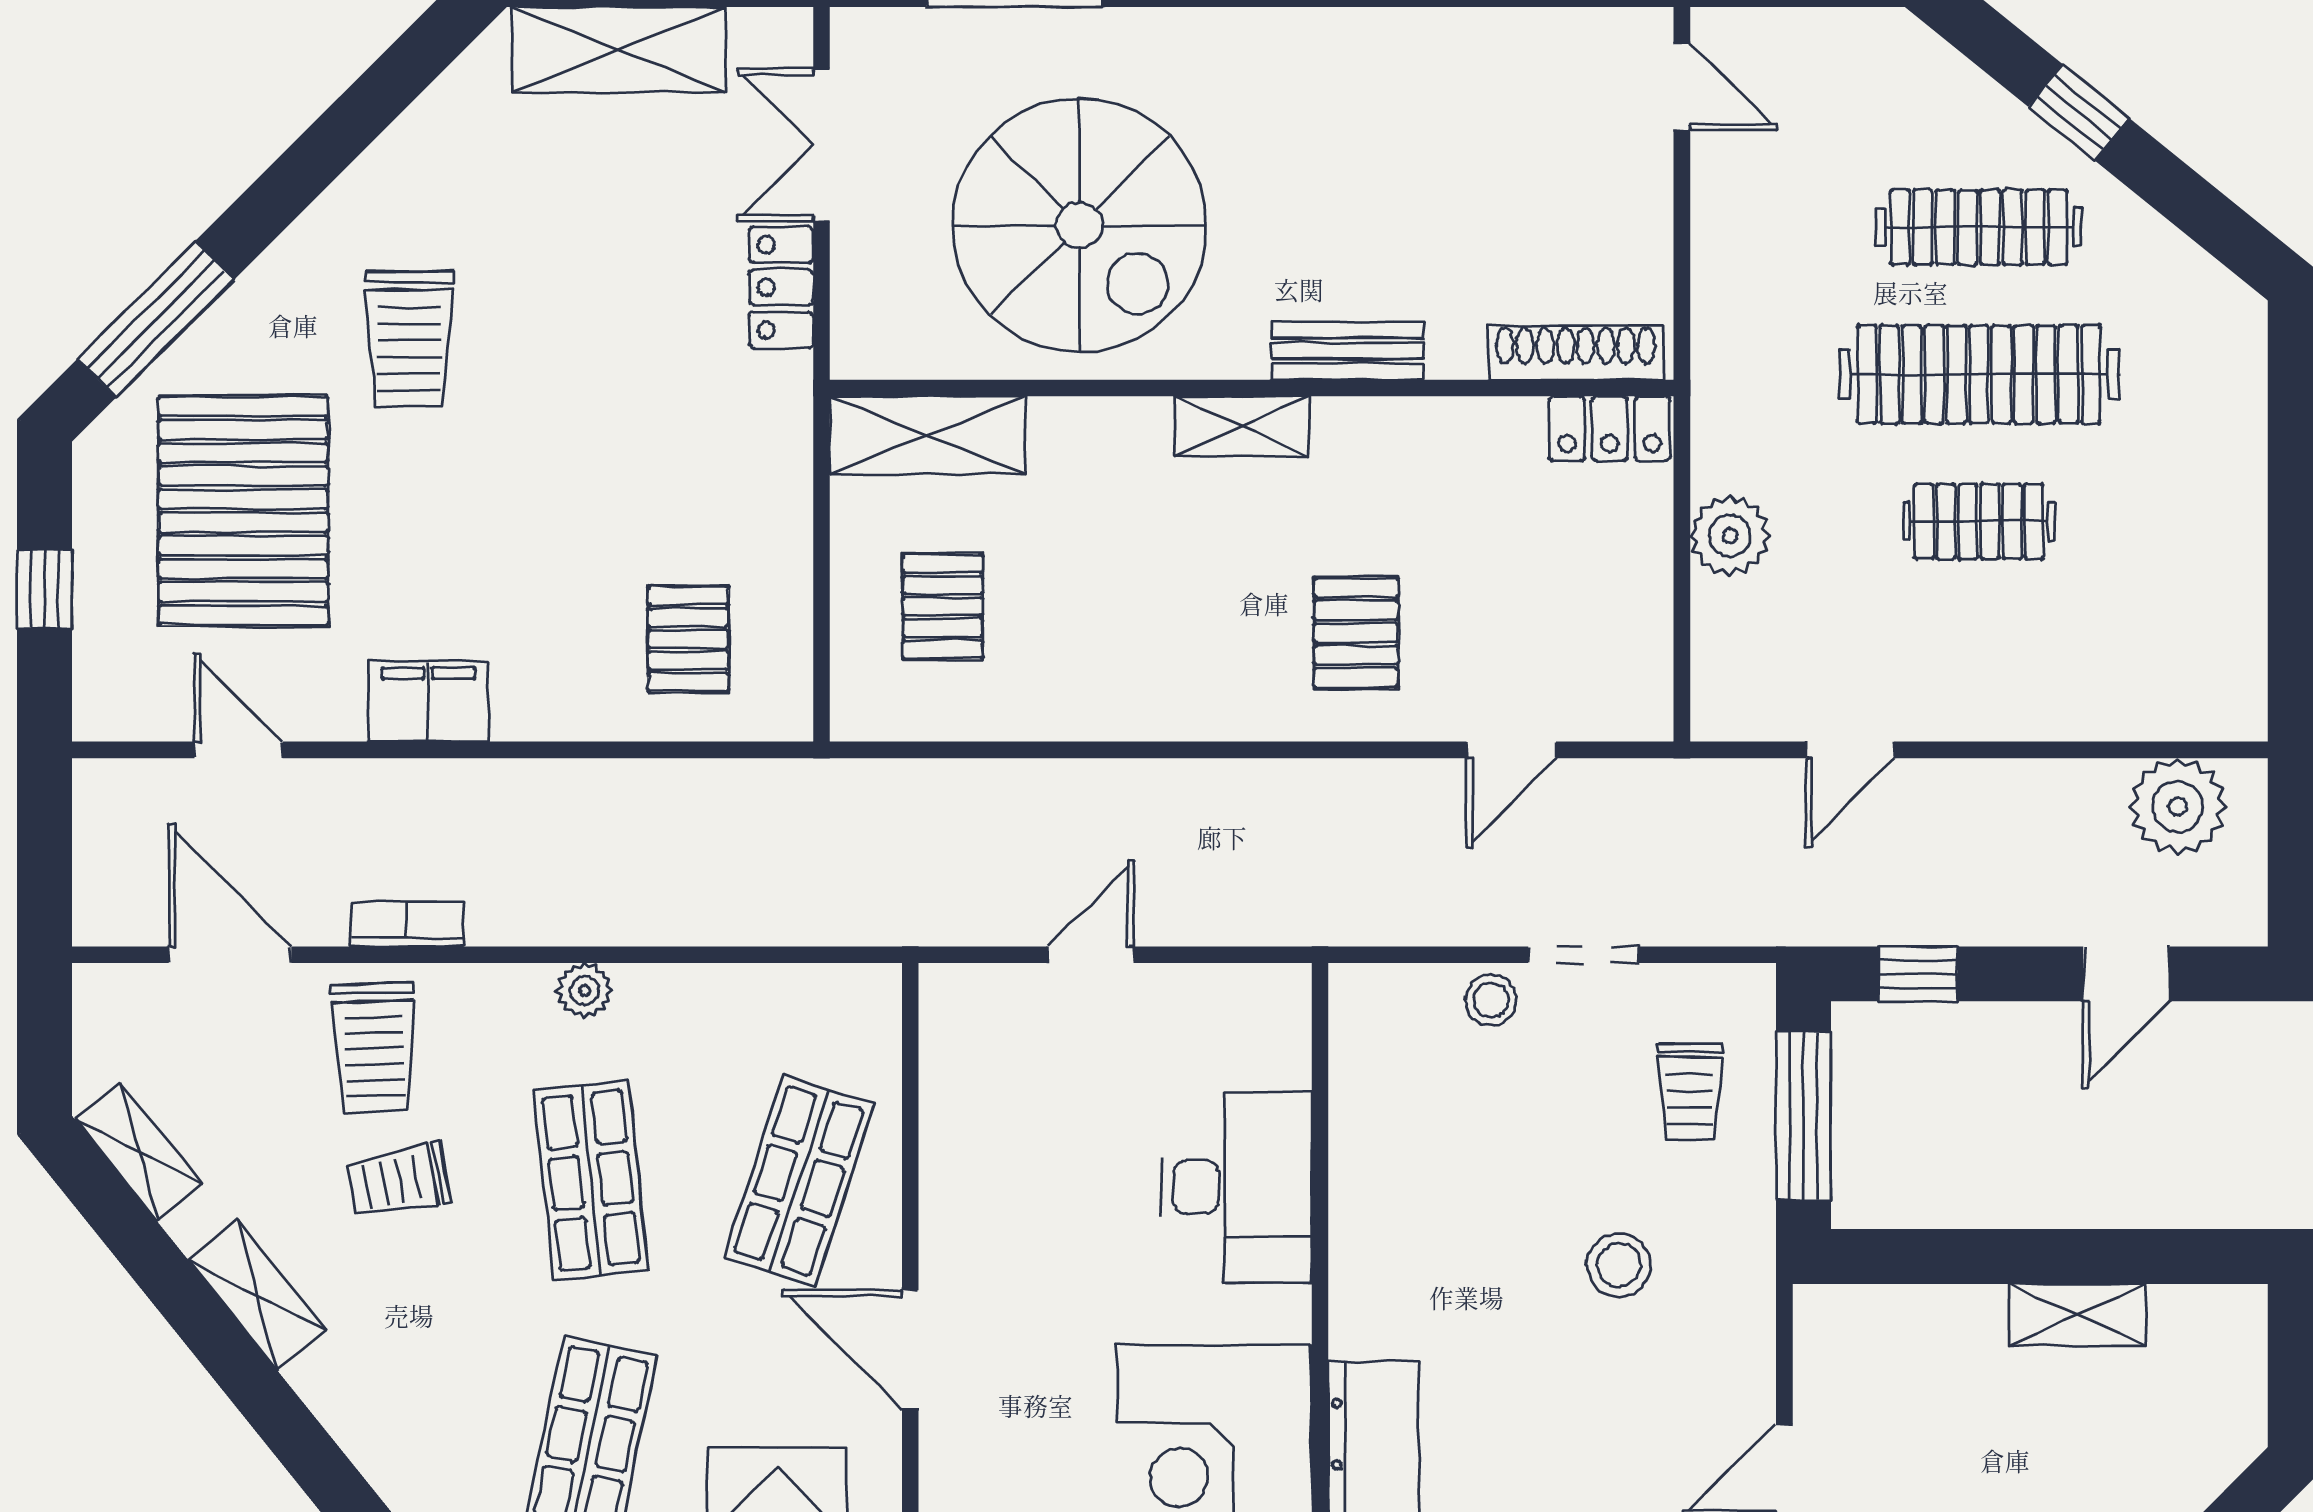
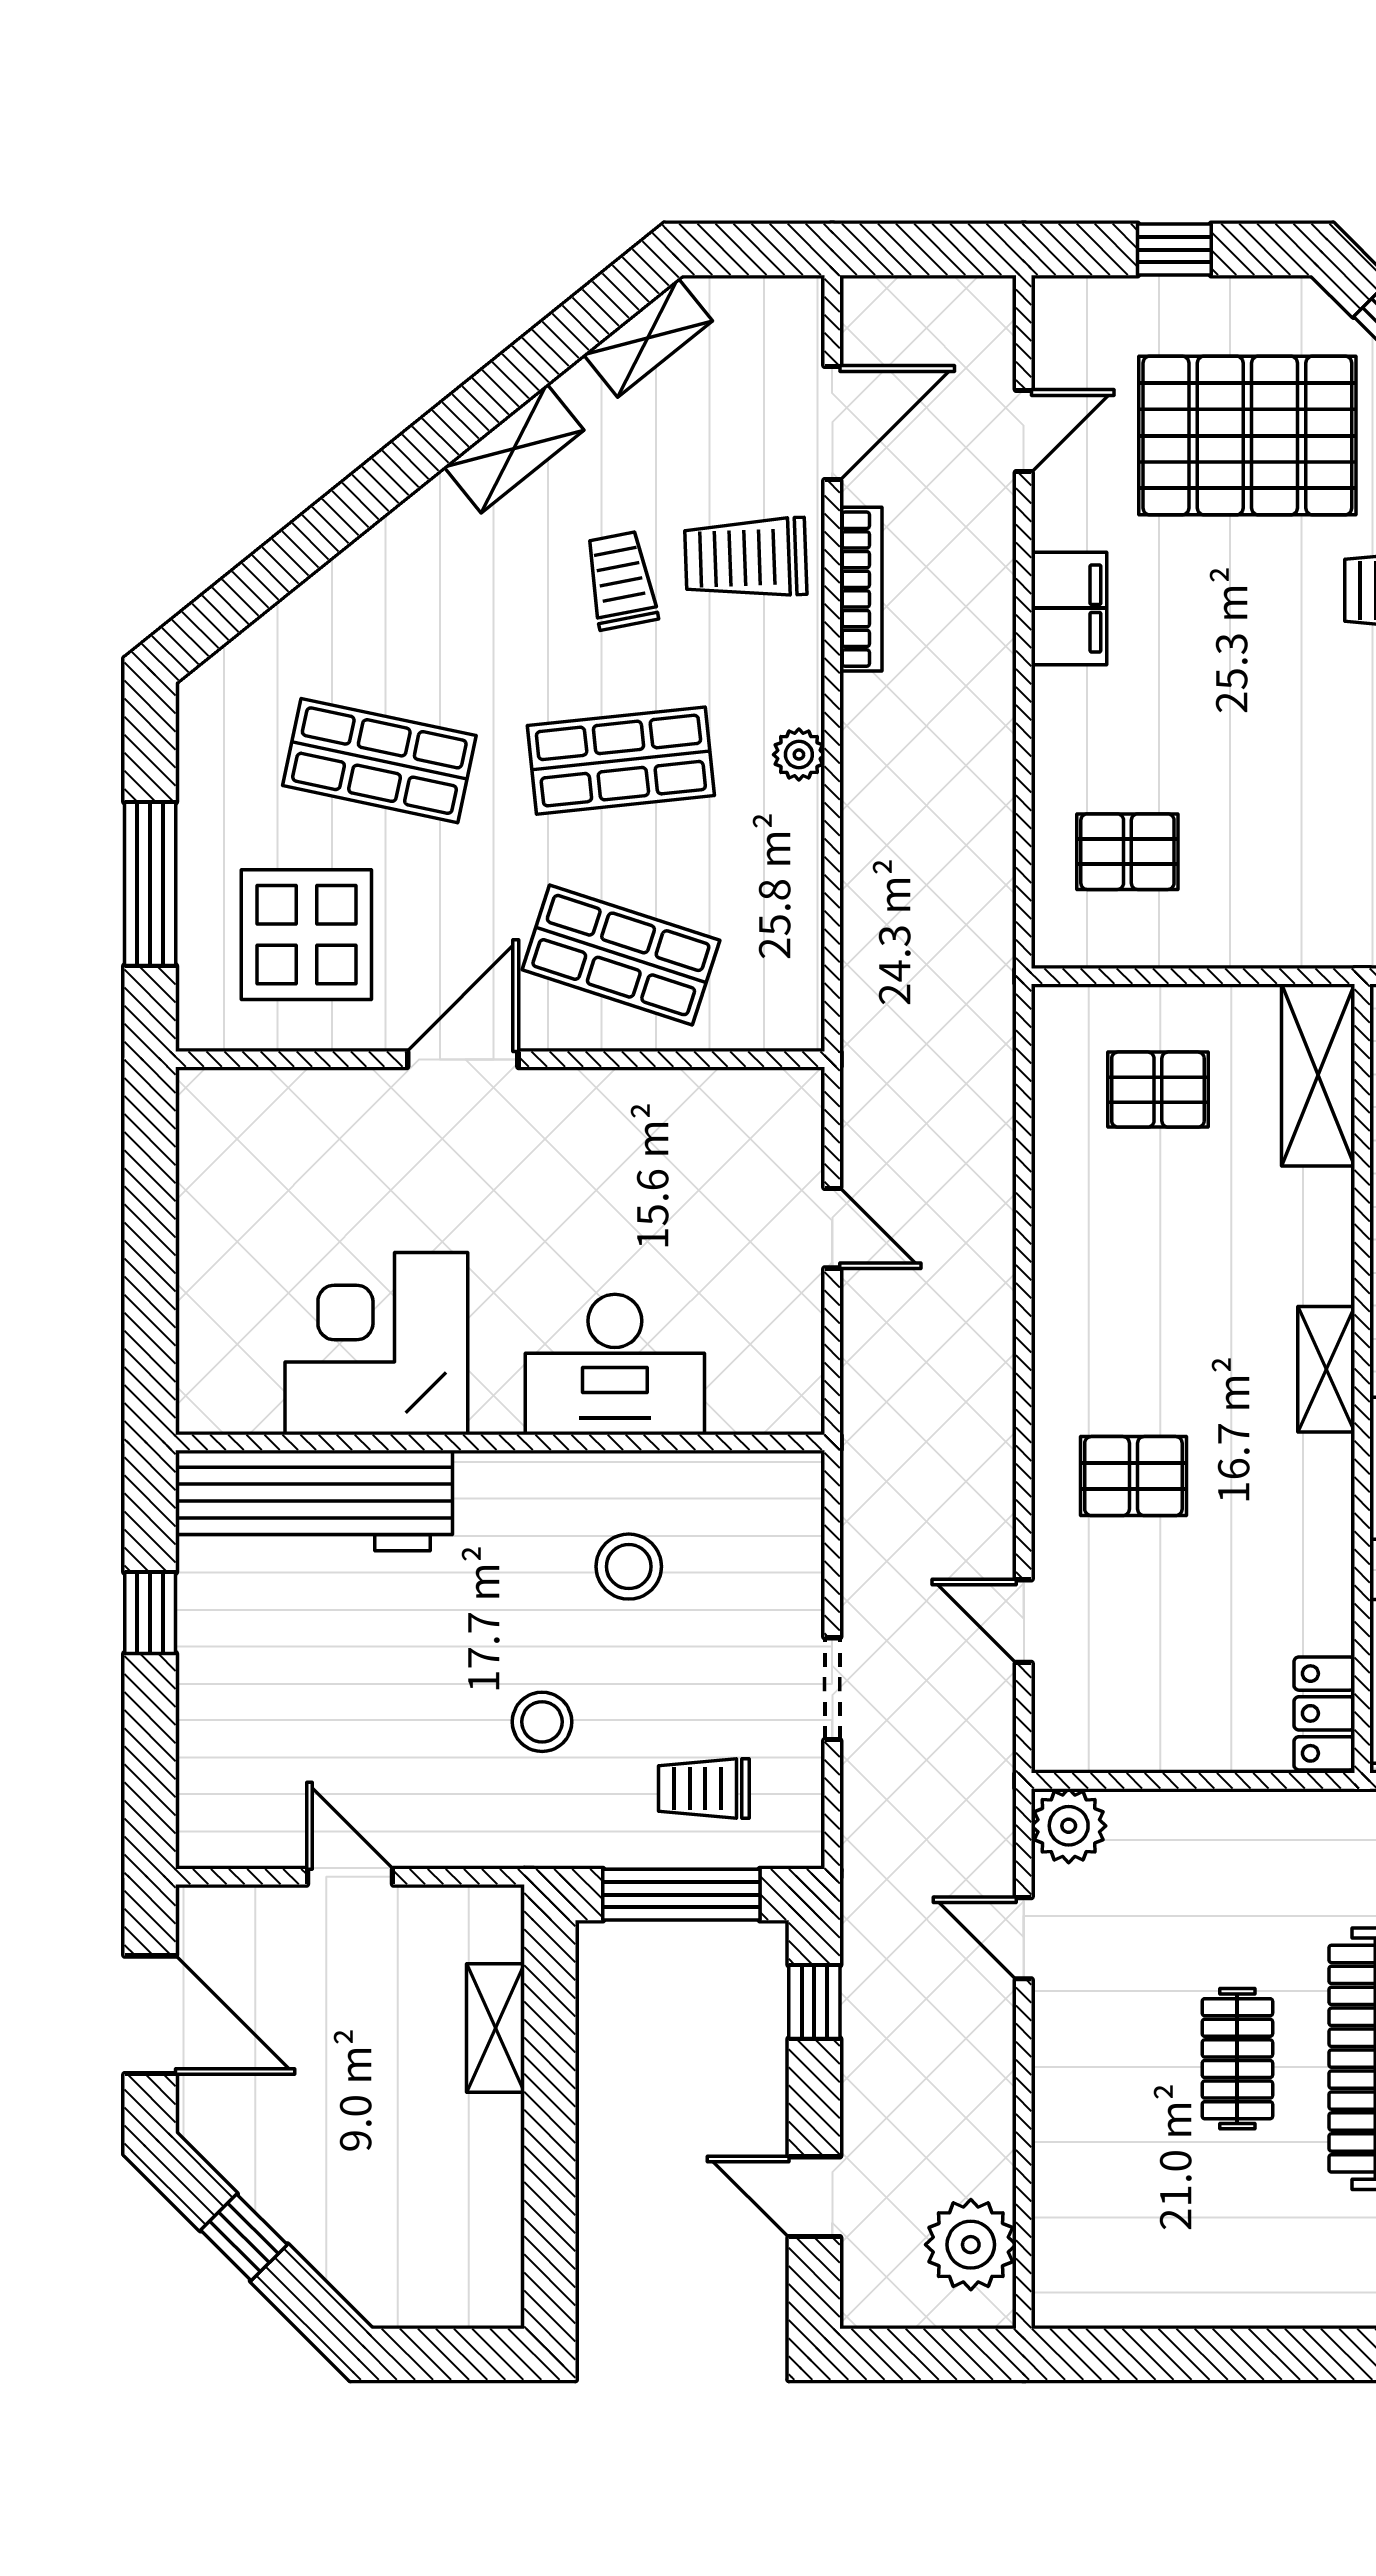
plant: (1730, 536) -> (1069, 1826), moved
bookcase: (408, 924) -> (861, 589), width x1.56
stool: (1491, 1000) -> (629, 1567), moved, width x1.37, depth x1.37
shelving: (2077, 1315) -> (495, 2028), moved

